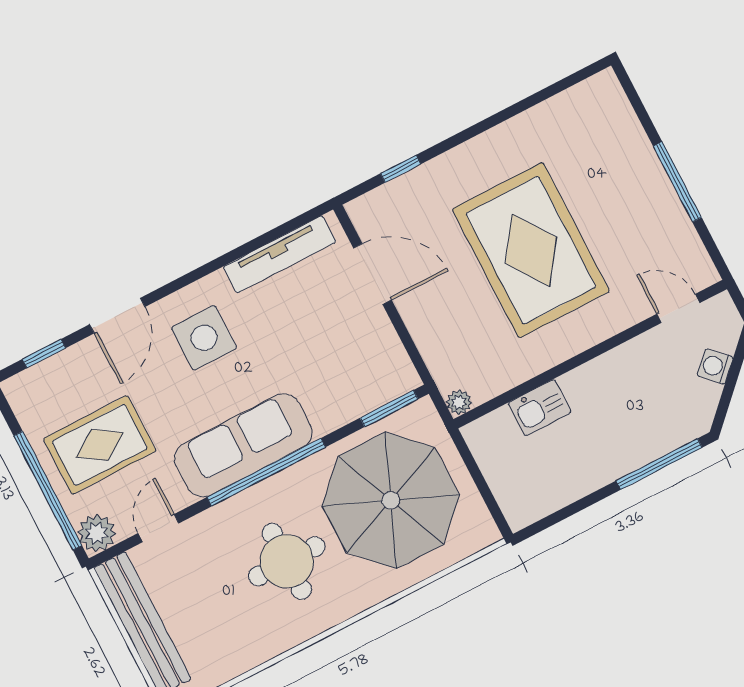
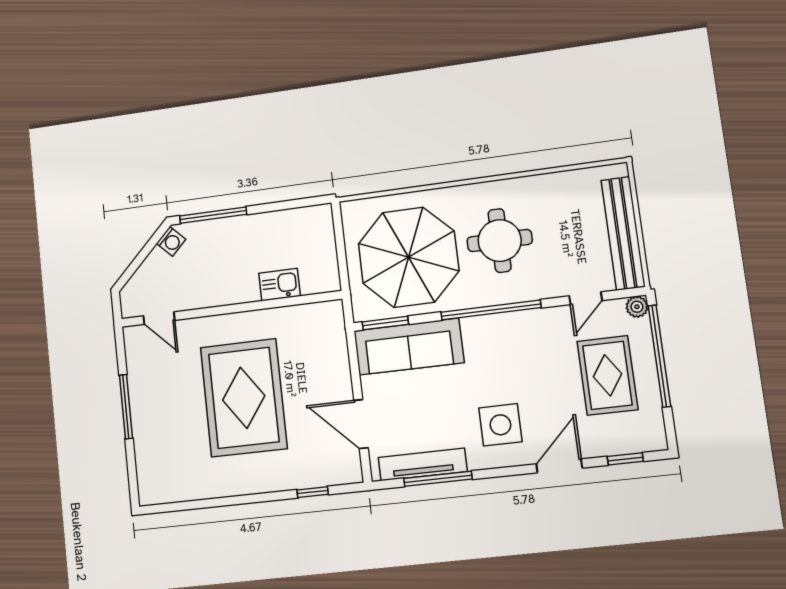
window: (255, 244) -> (438, 479), added
washing machine: (715, 366) -> (171, 241), moved
plant: (459, 402) -> (334, 309), removed
rug: (100, 445) -> (607, 375), turned 90
sofa: (243, 445) -> (409, 347), moved
plant: (97, 533) -> (637, 307), width x0.73, depth x0.73

